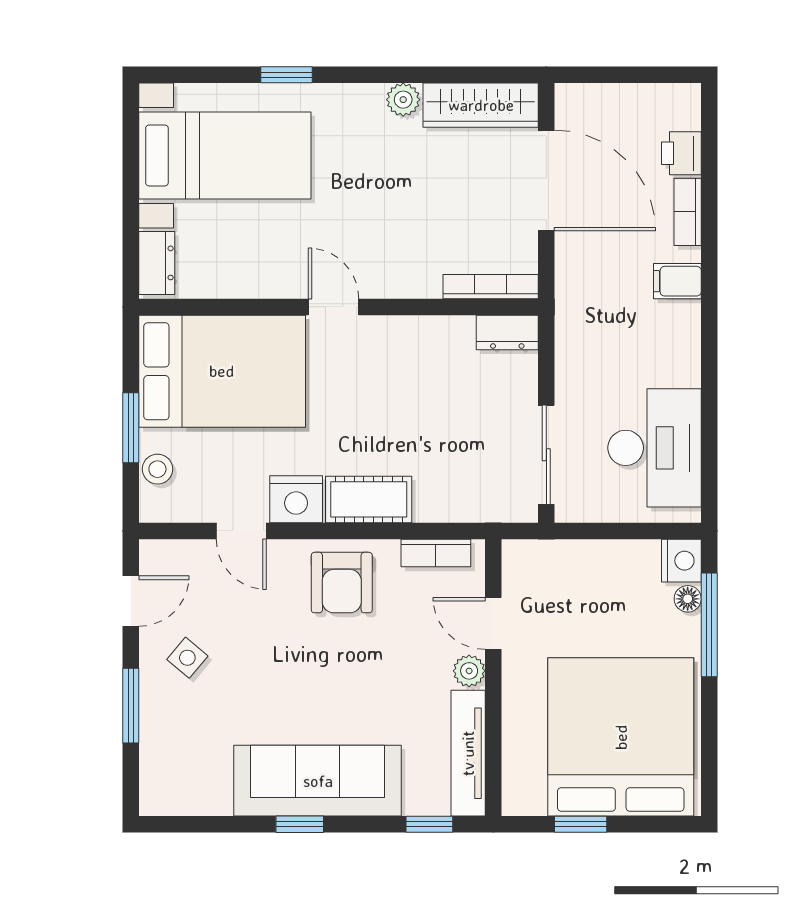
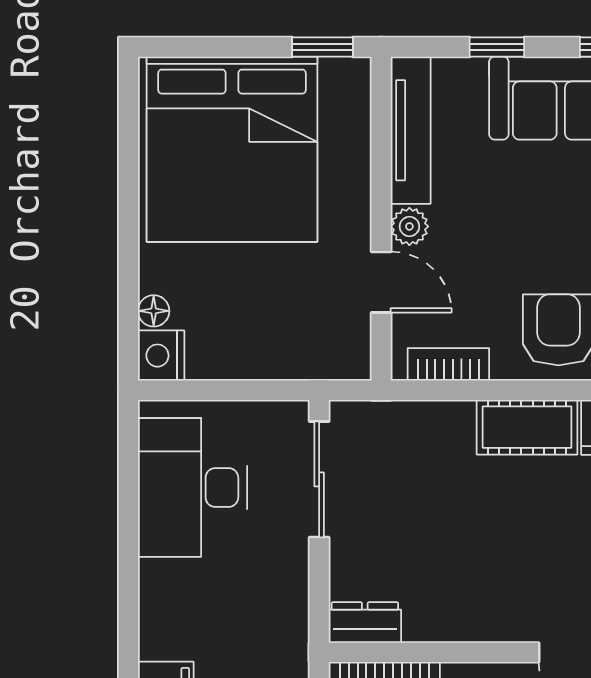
window: (709, 625) -> (128, 280), removed
window: (429, 824) -> (497, 47), moved
window: (581, 824) -> (322, 47), moved

